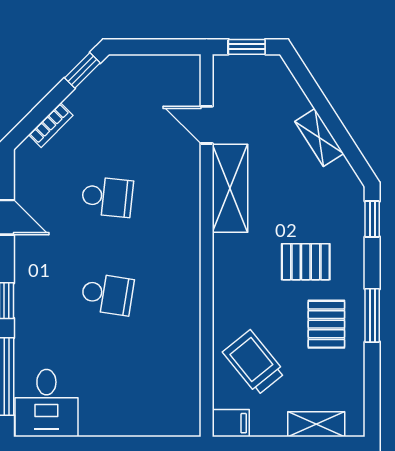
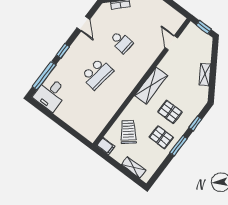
shelving: (230, 188) -> (151, 86), moved
window: (372, 219) -> (195, 123), moved
school desk: (107, 294) -> (97, 74), width x1.85
pallet: (326, 324) -> (161, 137), turned 90

